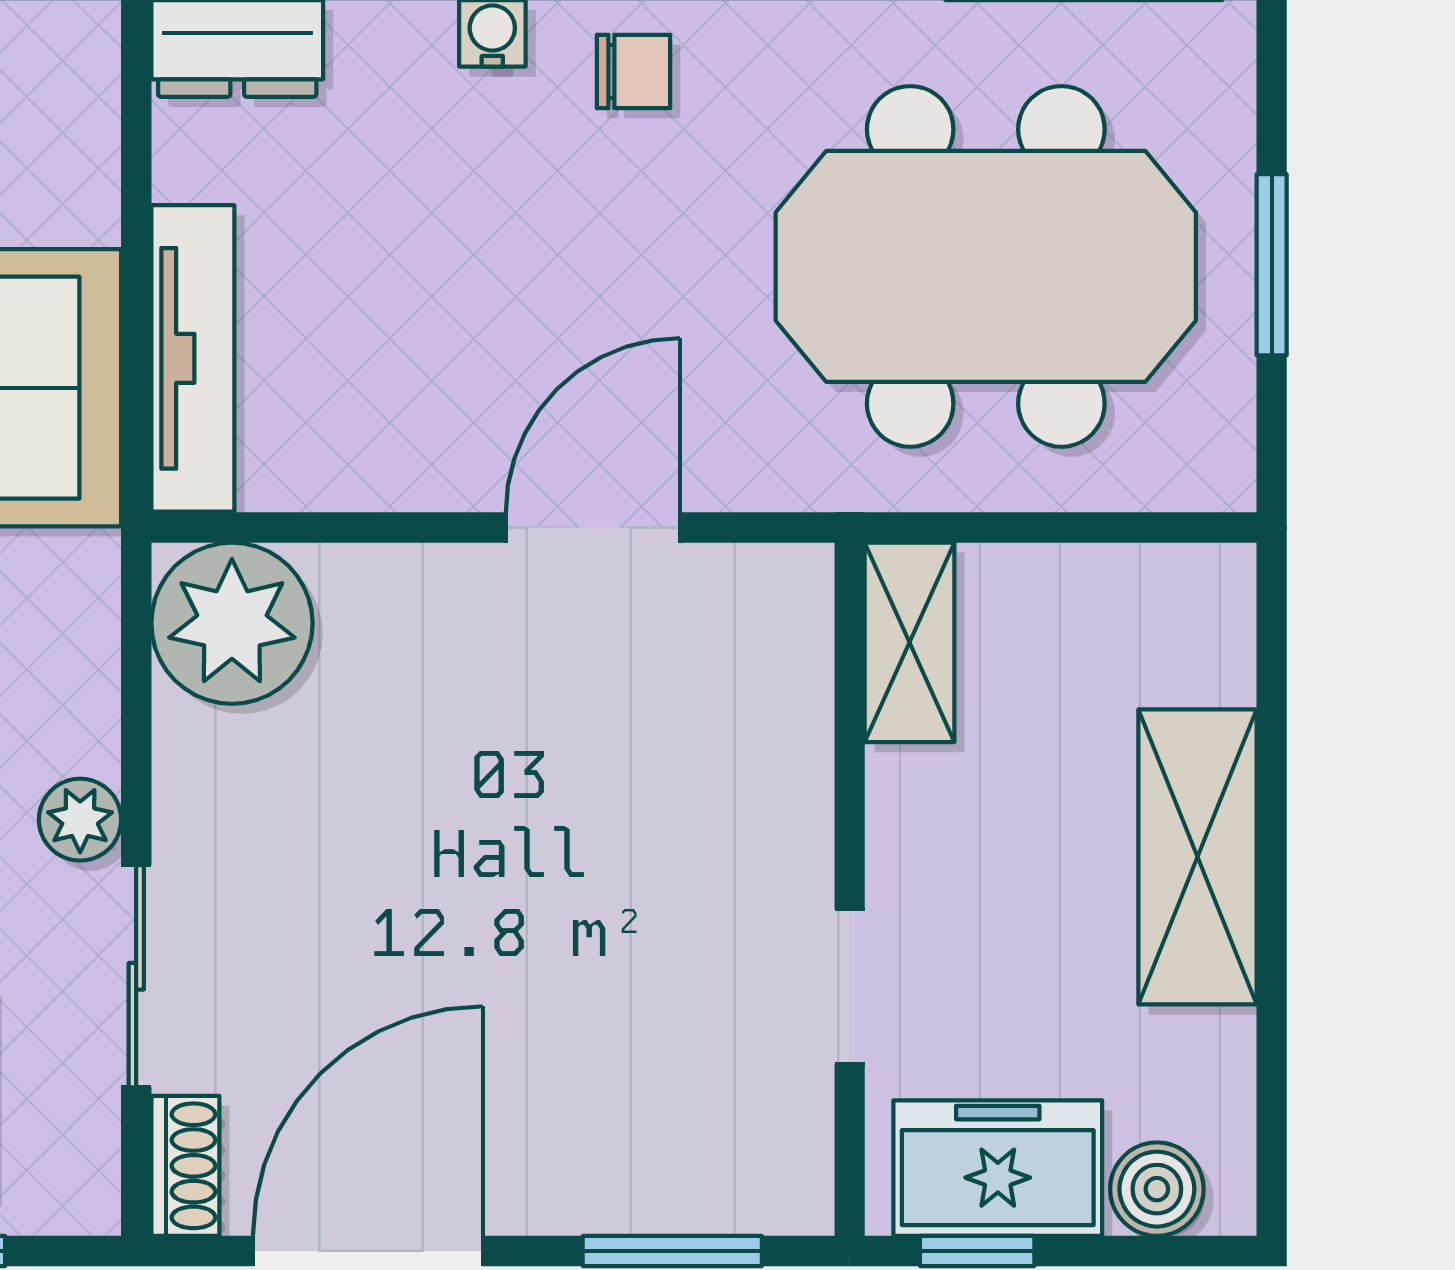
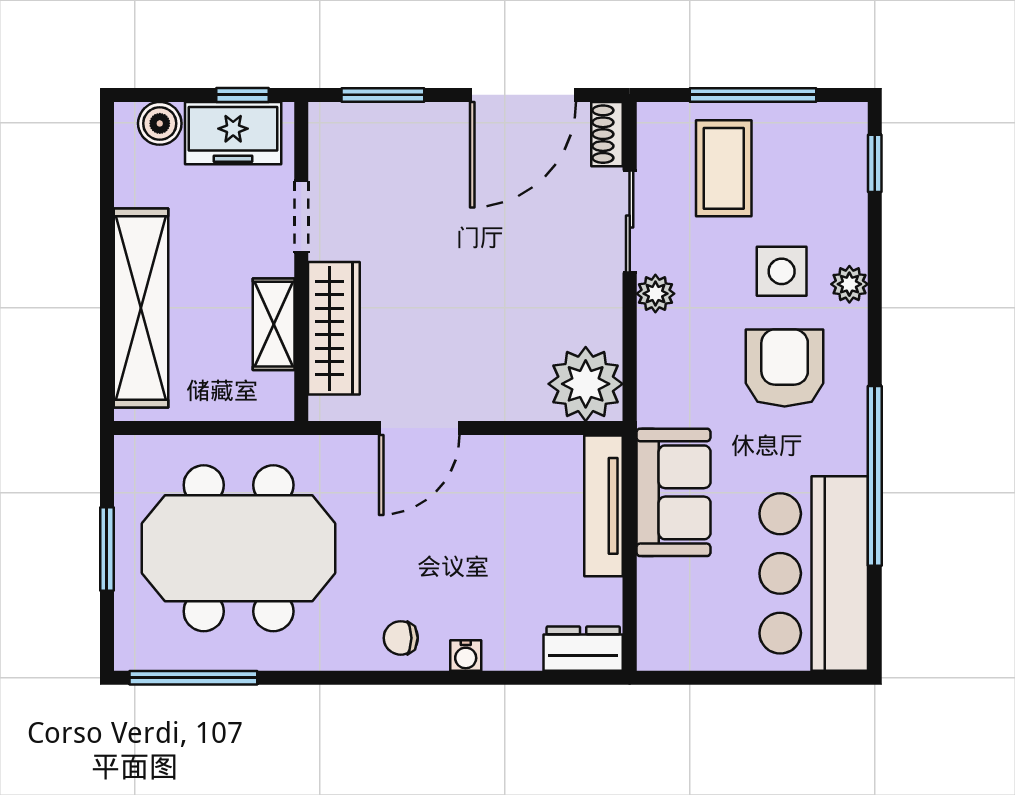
shelving: (910, 642) -> (274, 324), moved
wardrobe: (779, 744) -> (334, 328), added
shelving: (1197, 857) -> (141, 308), width x1.47

